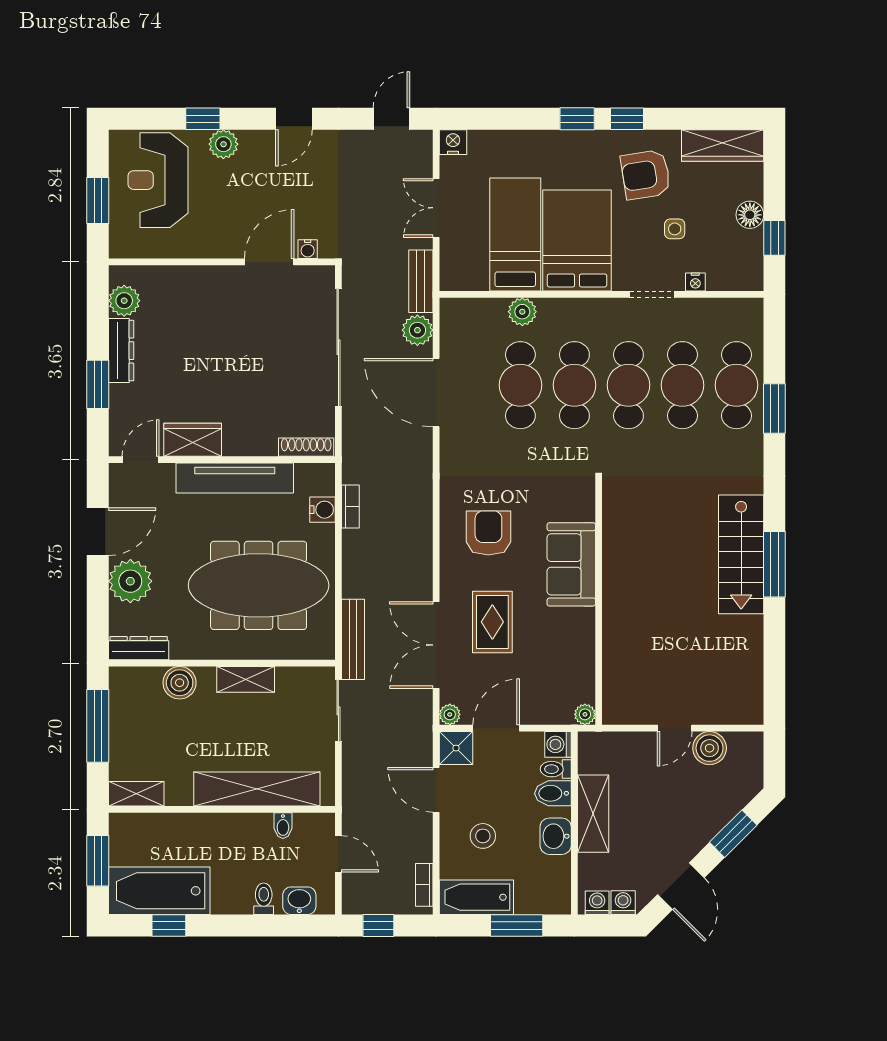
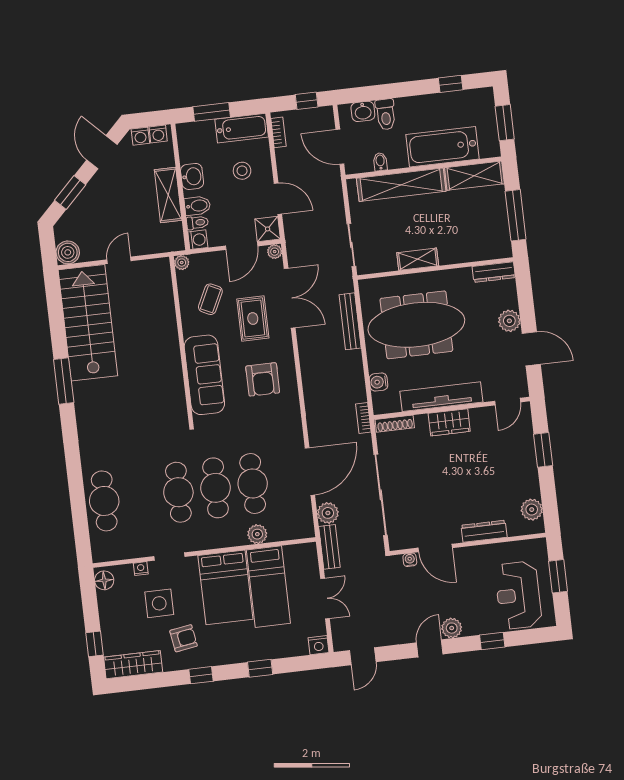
window: (577, 119) -> (260, 668), moved
plant: (223, 144) -> (452, 628), moved
armchair: (646, 175) -> (184, 638), width x0.72, depth x0.72
reception desk: (158, 180) -> (518, 595), turned 180
floor lamp: (750, 215) -> (104, 580), moved
side table: (675, 229) -> (159, 603), width x1.87, depth x1.87
window: (774, 238) -> (95, 644), moved
door: (269, 262) -> (435, 548), hinge flipped
dresser: (121, 351) -> (484, 531), moved, turned 90
cafe table: (682, 385) -> (141, 497), removed
door: (436, 393) -> (310, 472), hinge flipped
window: (774, 408) -> (76, 488), removed
wardrobe: (193, 440) -> (449, 422), moved
bookcase: (350, 507) -> (363, 418), moved
door: (98, 532) -> (531, 349), swing flipped
stairs: (741, 554) -> (88, 323), moved, width x1.36, depth x1.51
sofa: (571, 564) -> (204, 375), width x1.36
plant: (130, 581) -> (509, 321), width x0.73, depth x0.73
bench: (353, 639) -> (350, 321), moved
coffee table: (550, 657) -> (210, 299), added
boiler: (180, 683) -> (463, 252), removed
boiler: (710, 748) -> (68, 252), moved
shelving: (136, 794) -> (474, 176), width x1.50, depth x1.33
door: (338, 854) -> (340, 147), width x1.38
bathtub: (159, 891) -> (443, 147), moved, turned 180
toilet: (264, 899) -> (386, 114), width x1.37, depth x1.39

